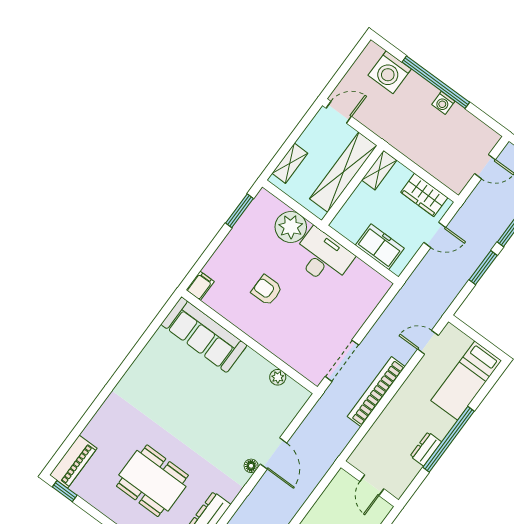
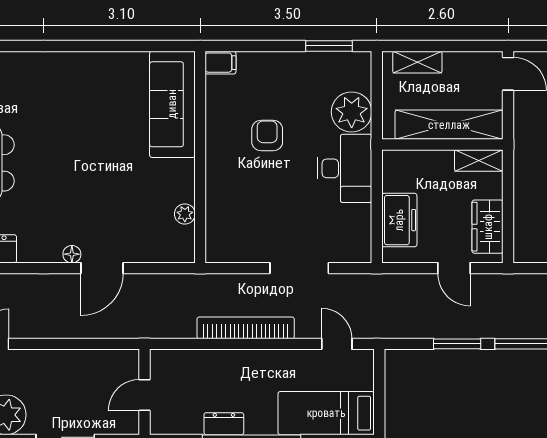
doorway: (342, 361) -> (299, 268), moved

